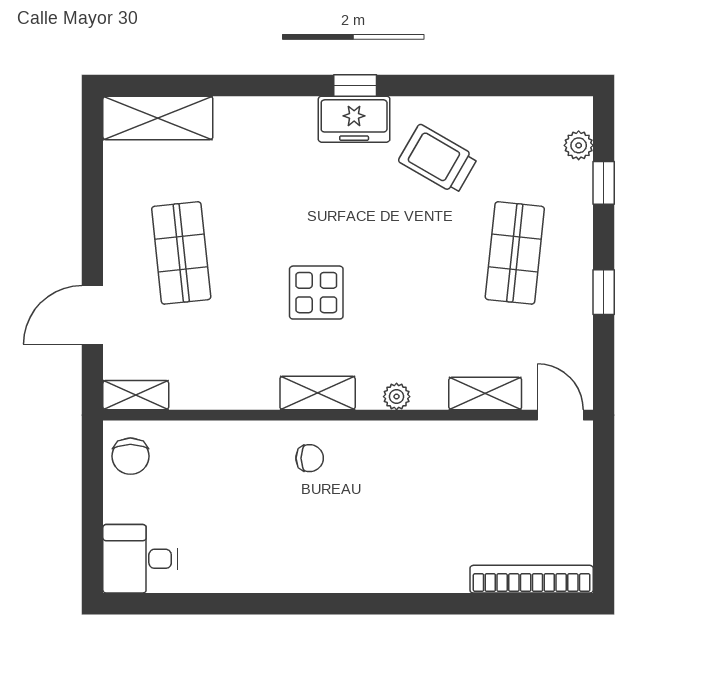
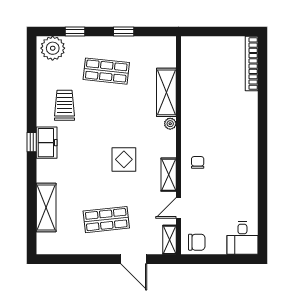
shelving: (158, 118) -> (46, 207), moved
plant: (579, 145) -> (53, 48), width x1.87, depth x1.87
trolley: (438, 159) -> (65, 105), turned 150
shelving: (318, 393) -> (169, 175), moved
shelving: (485, 393) -> (166, 92), width x1.50, depth x1.33
door: (560, 415) -> (178, 208), moved

